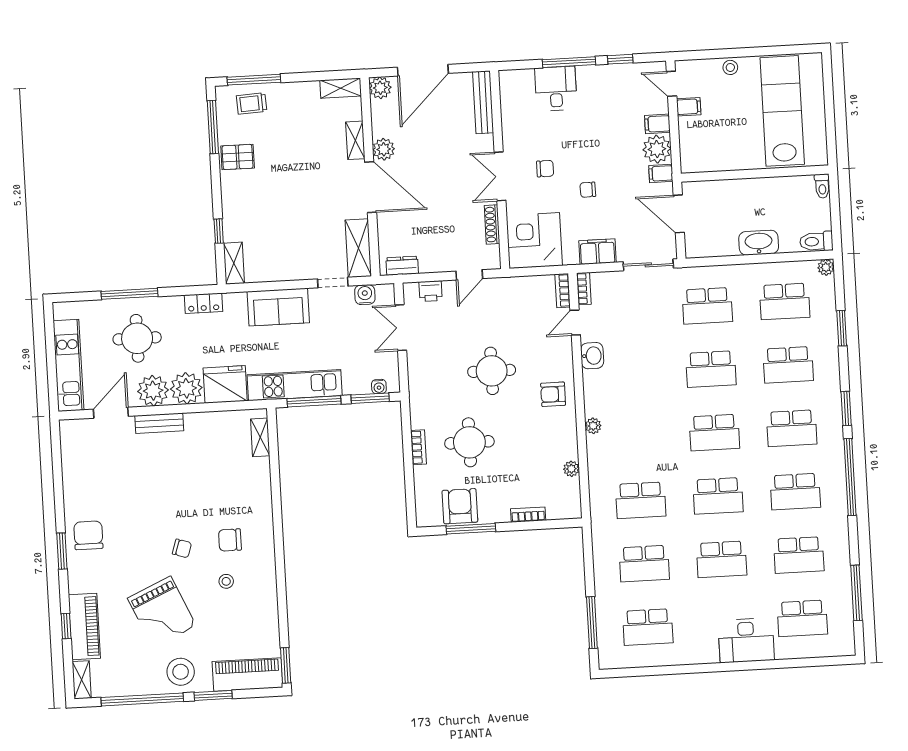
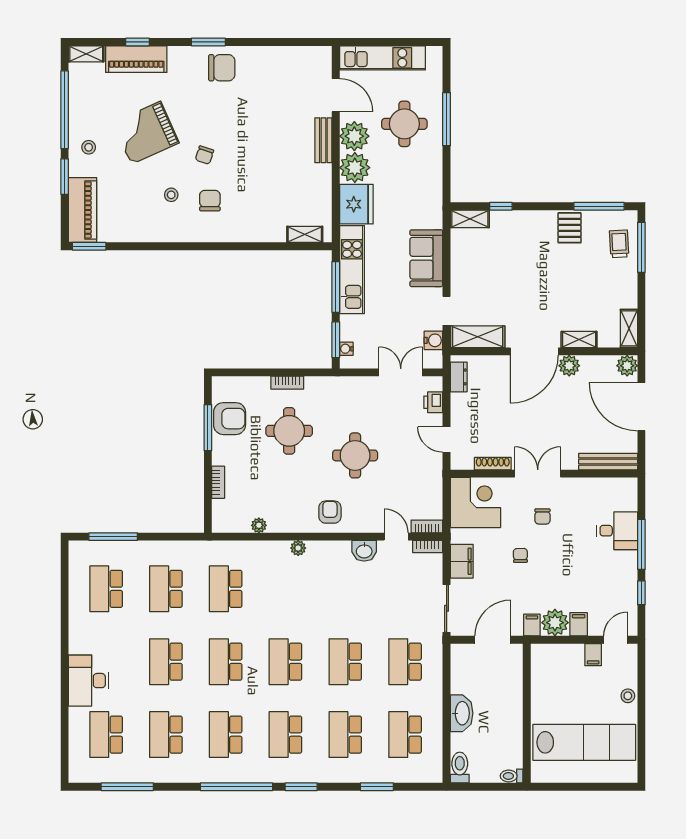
plant: (826, 267) -> (435, 775), removed
locker: (203, 303) -> (434, 188), removed
stool: (181, 672) -> (89, 147), width x0.53, depth x0.53

